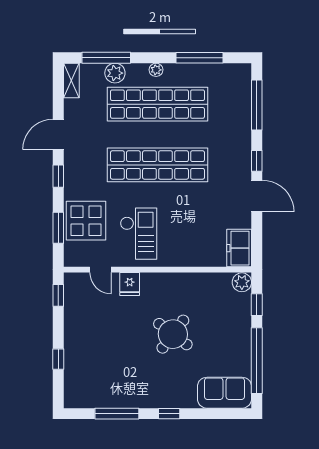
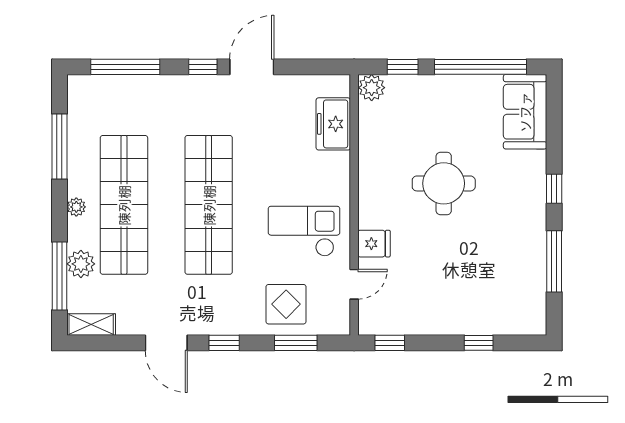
display table: (86, 221) -> (286, 304), width x0.73, depth x0.73
freezer: (239, 248) -> (333, 124), moved, turned 90
round table: (173, 334) -> (444, 183), turned -37

